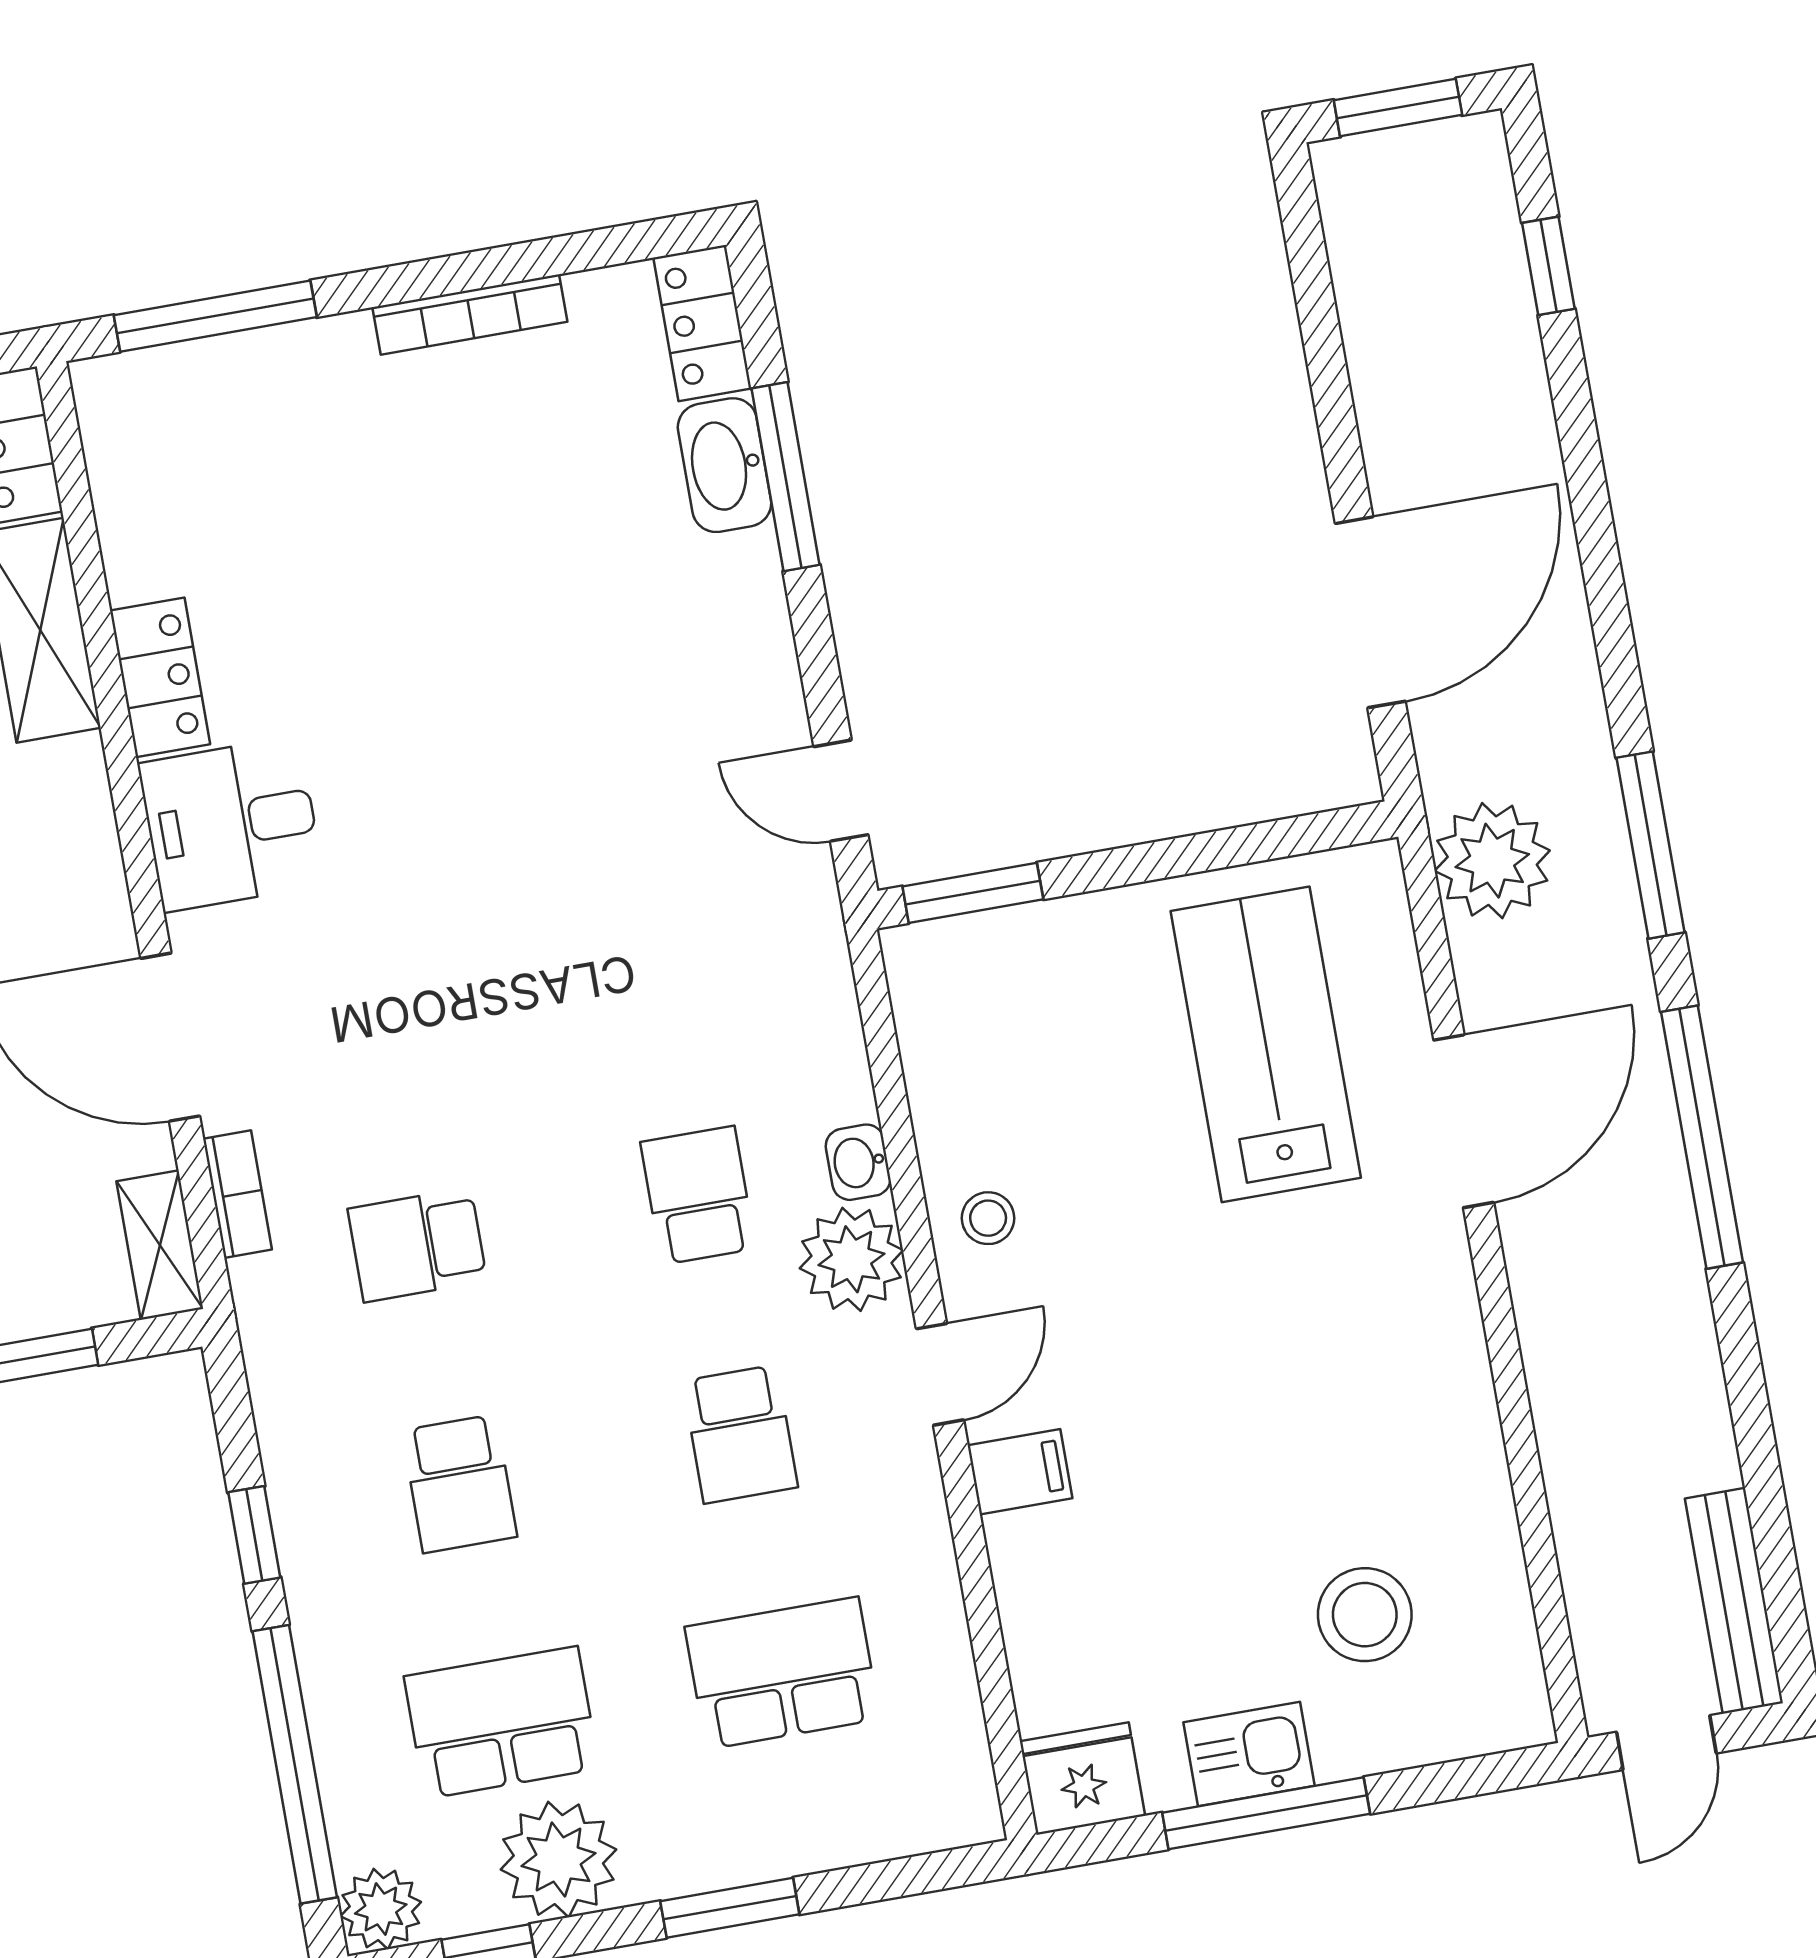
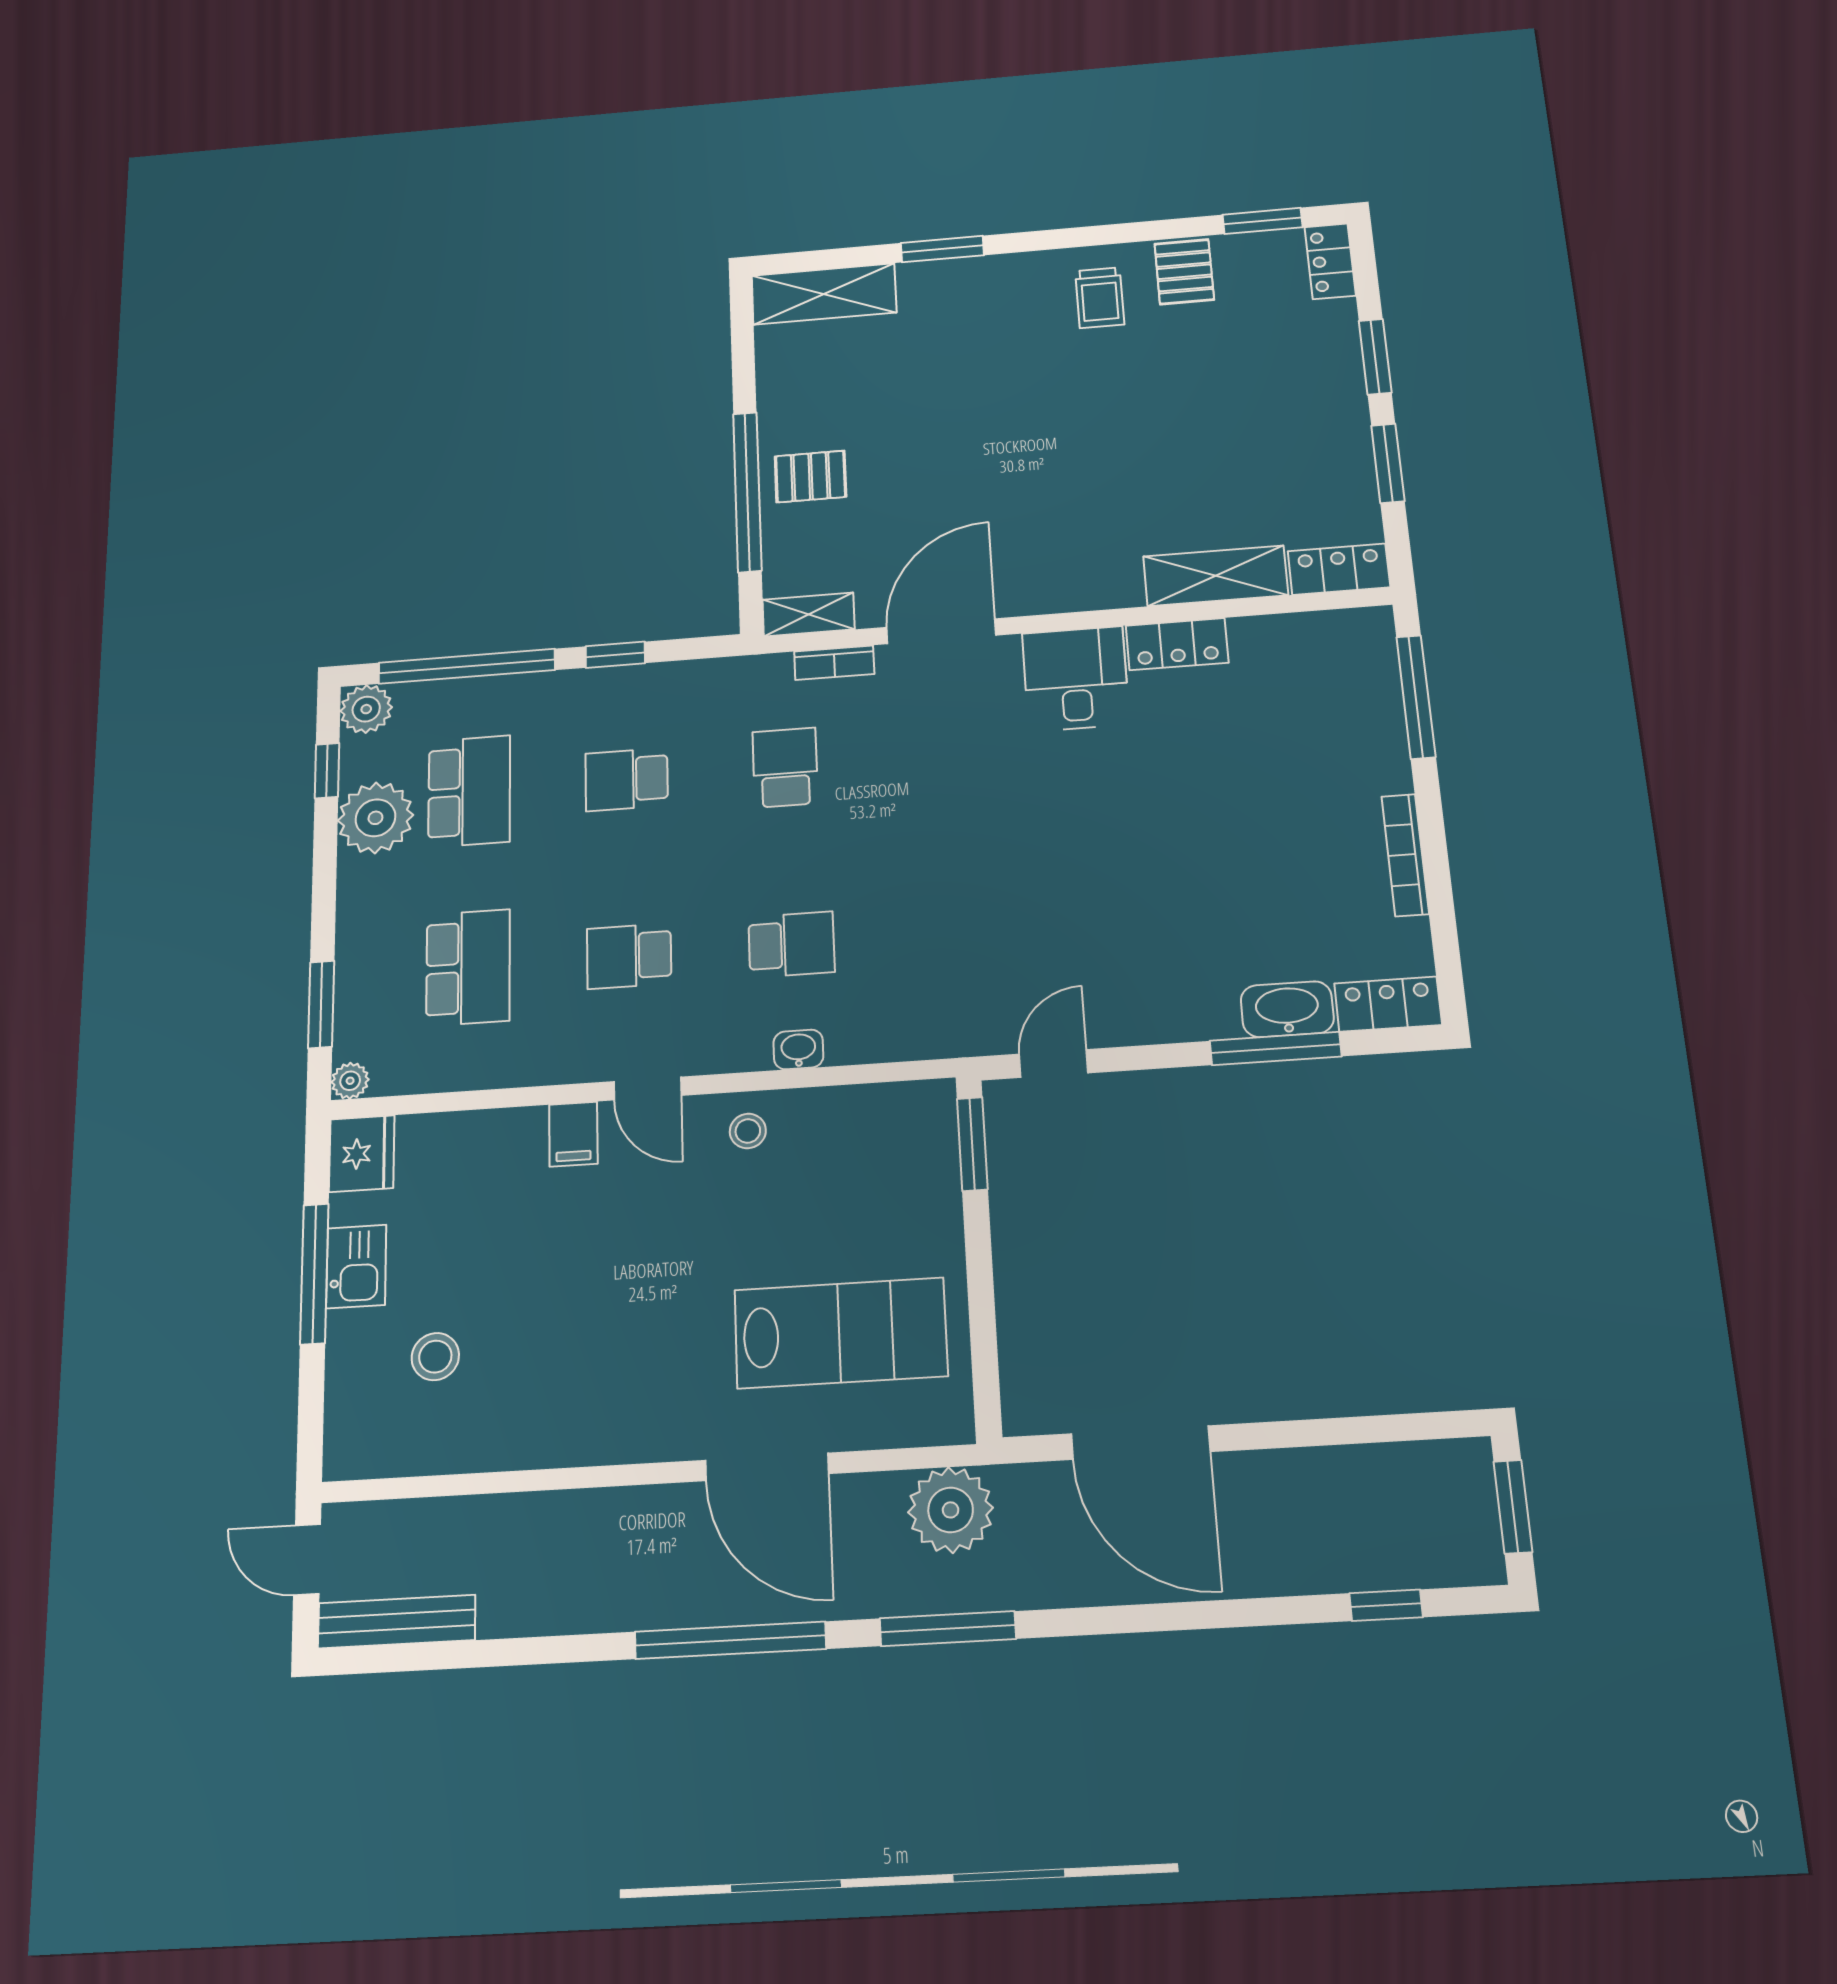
plant: (851, 1259) -> (350, 1081), moved, width x0.53, depth x0.53
stool: (1365, 1615) -> (435, 1357), width x0.73, depth x0.73
window: (730, 1908) -> (321, 1004), moved

